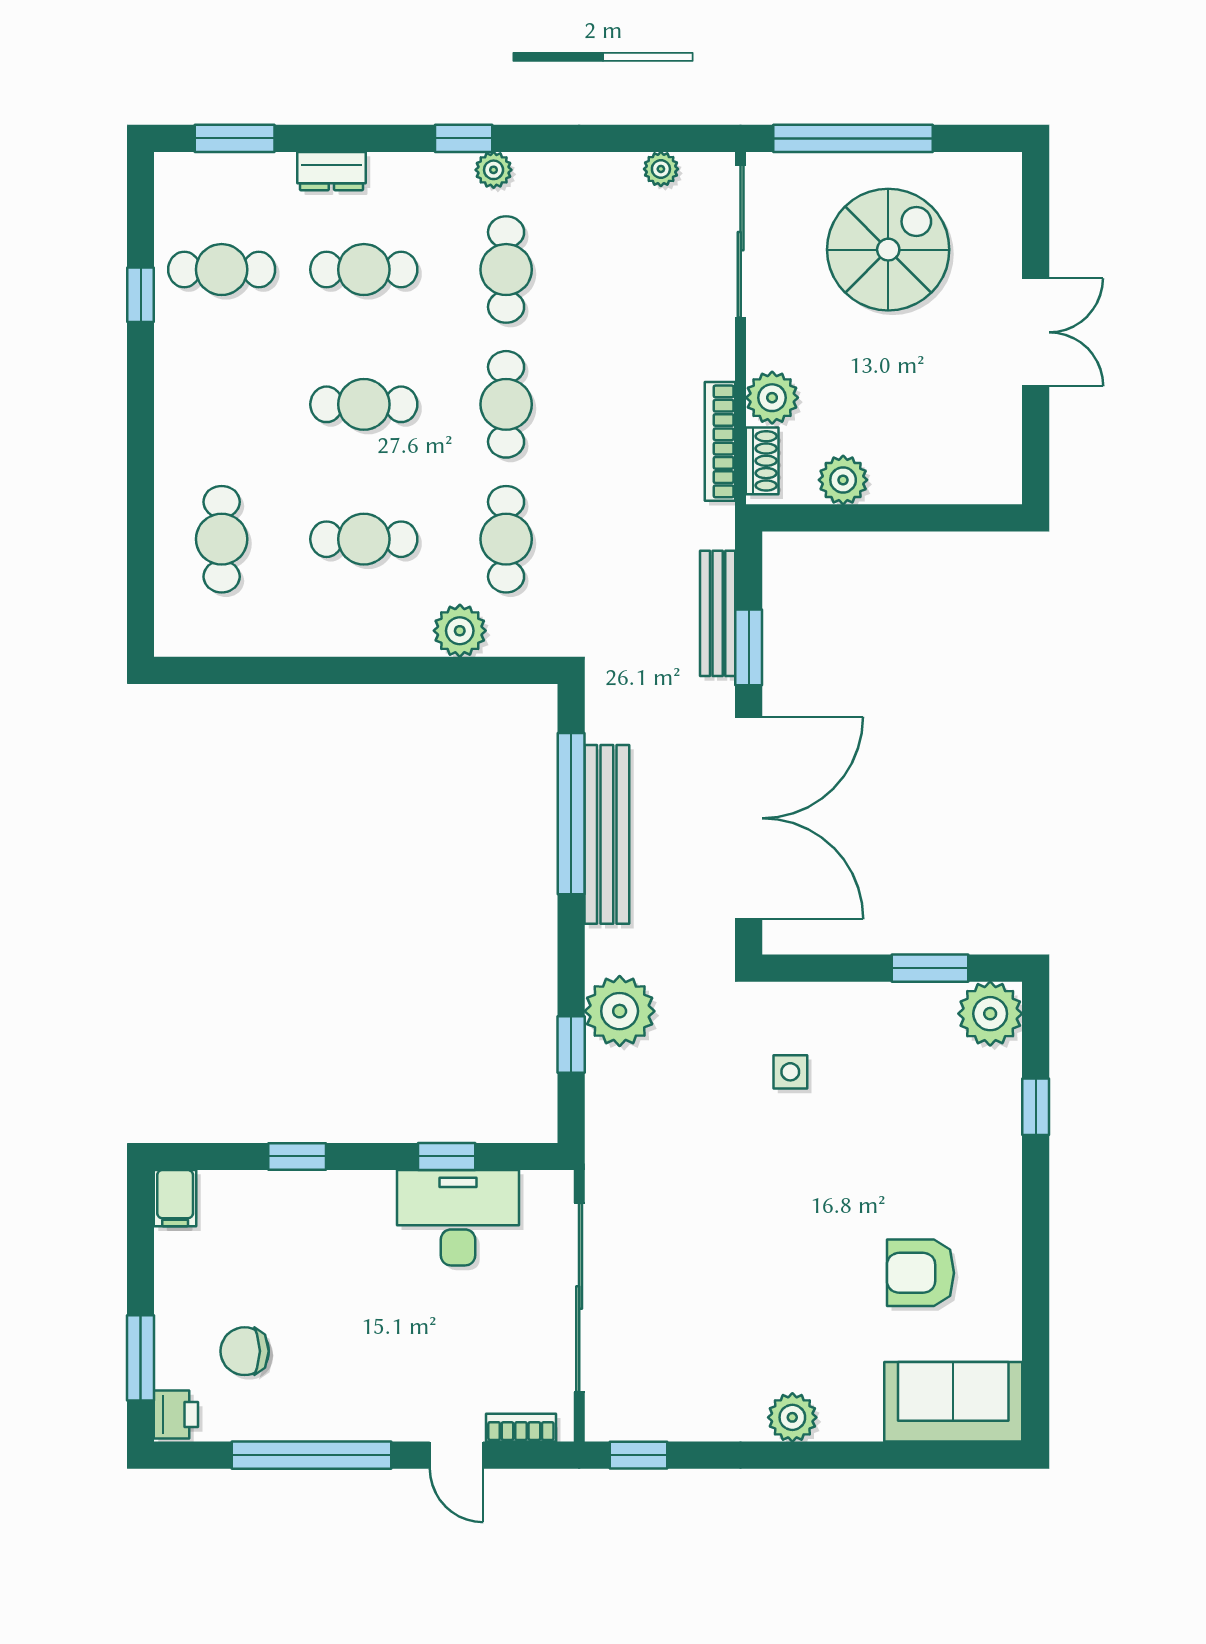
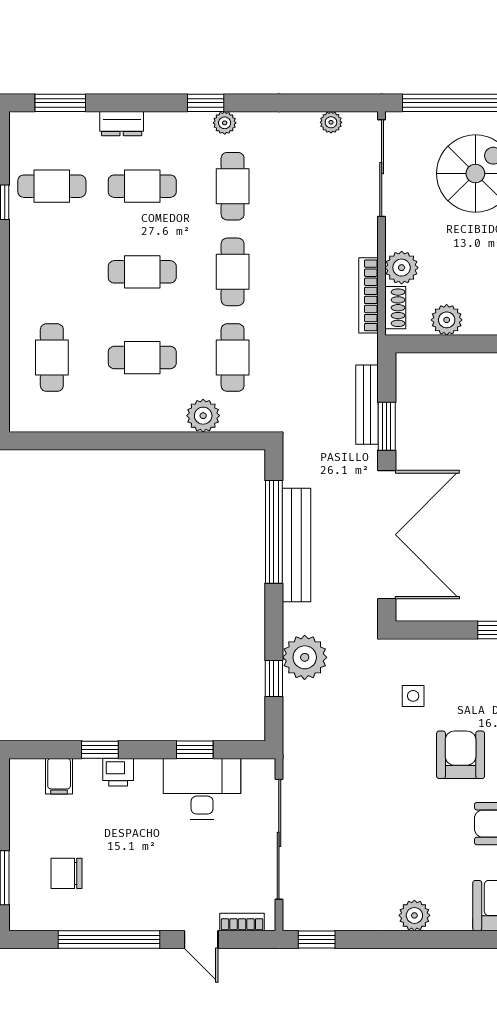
armchair: (865, 1164) -> (461, 755), added
filing cabinet: (175, 1198) -> (59, 776), moved
printer: (176, 1415) -> (118, 772), moved, turned 90

